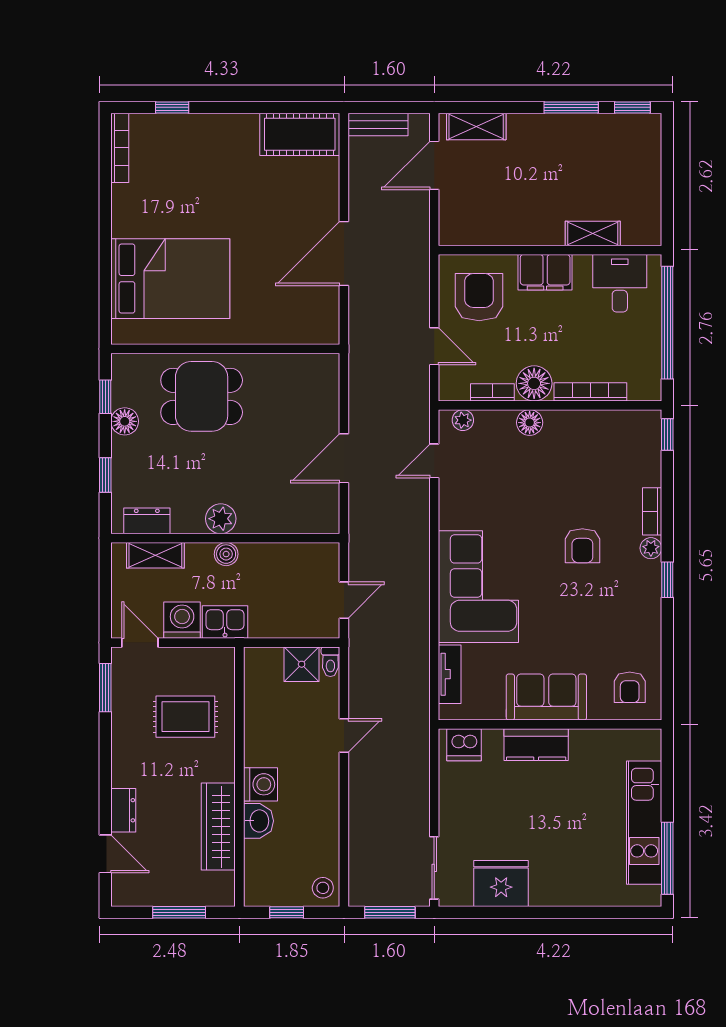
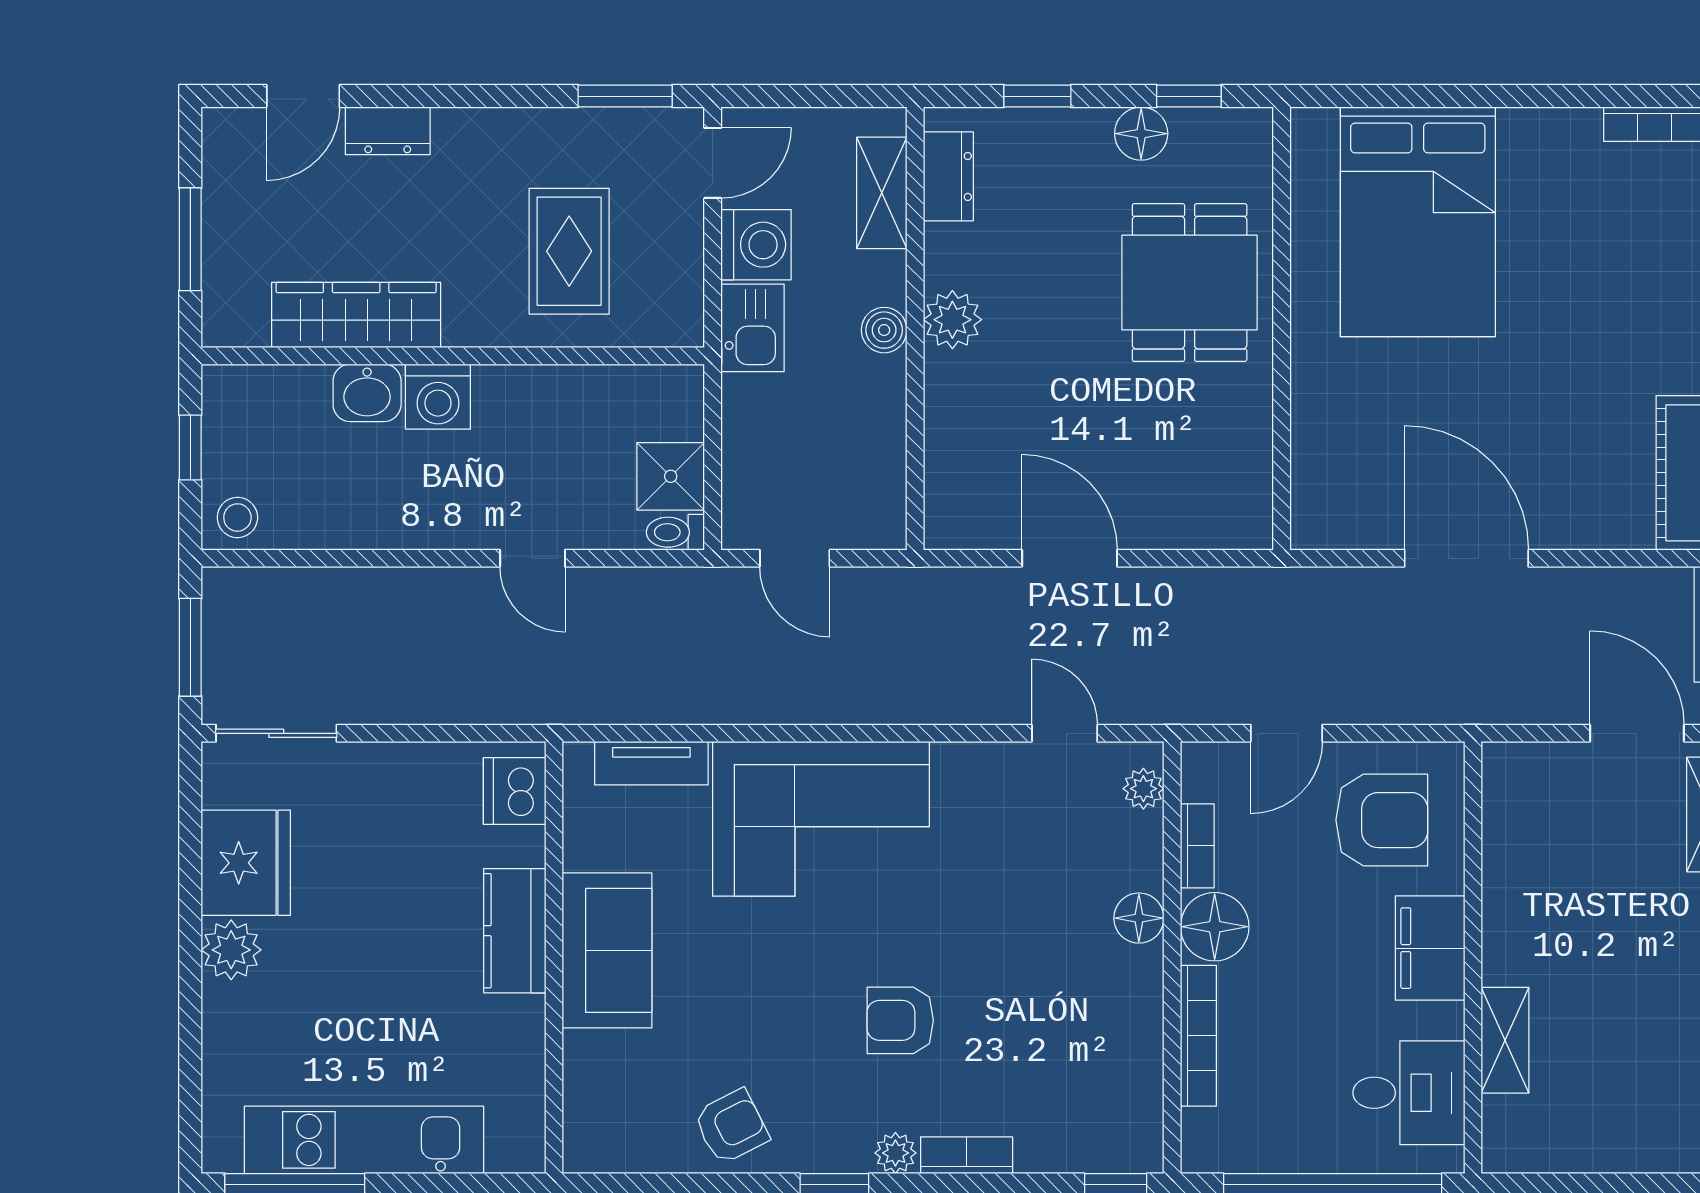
armchair: (630, 687) -> (731, 1127), moved, turned 153
plant: (546, 891) -> (231, 950), added

